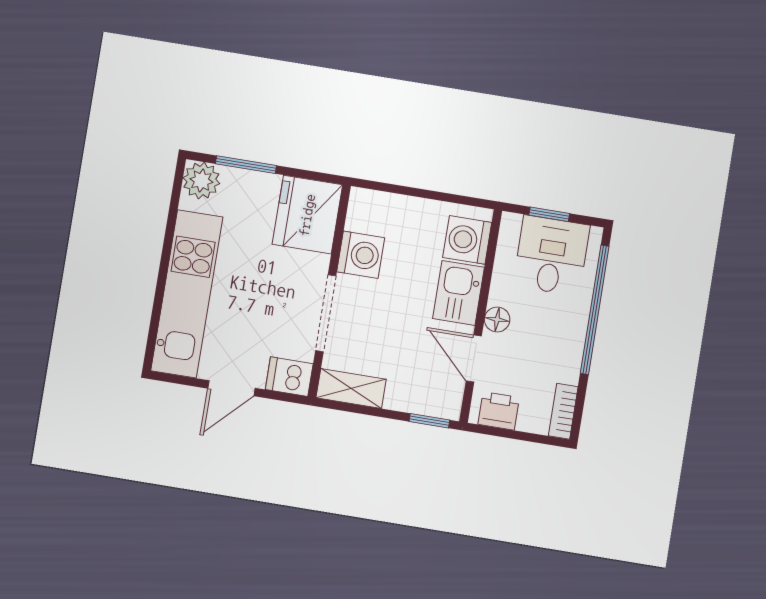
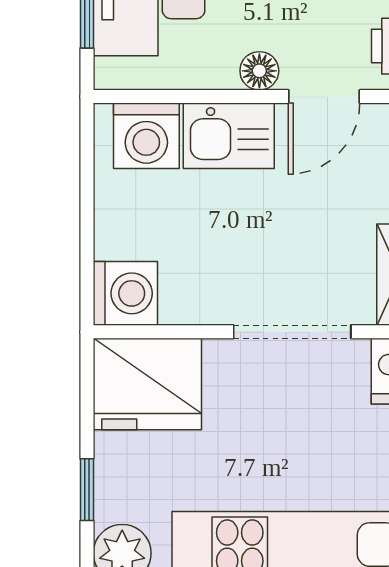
window: (246, 165) -> (87, 490), width x0.67
washing machine: (361, 255) -> (125, 293), moved, turned 90

